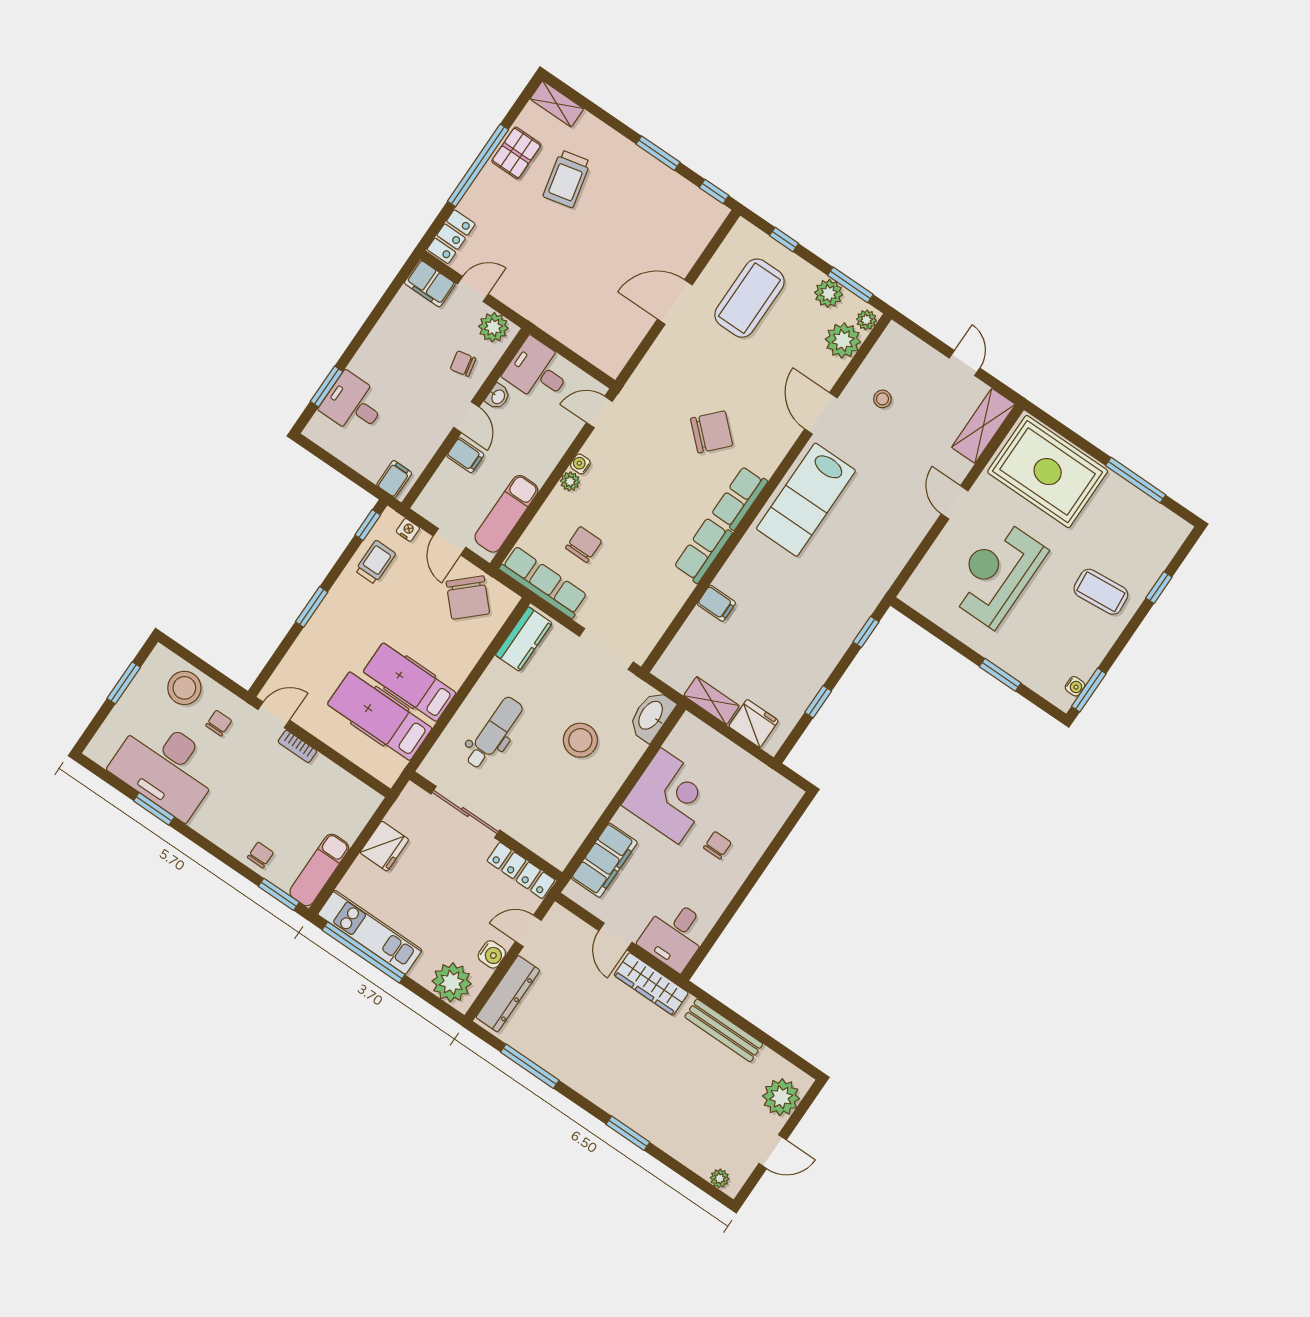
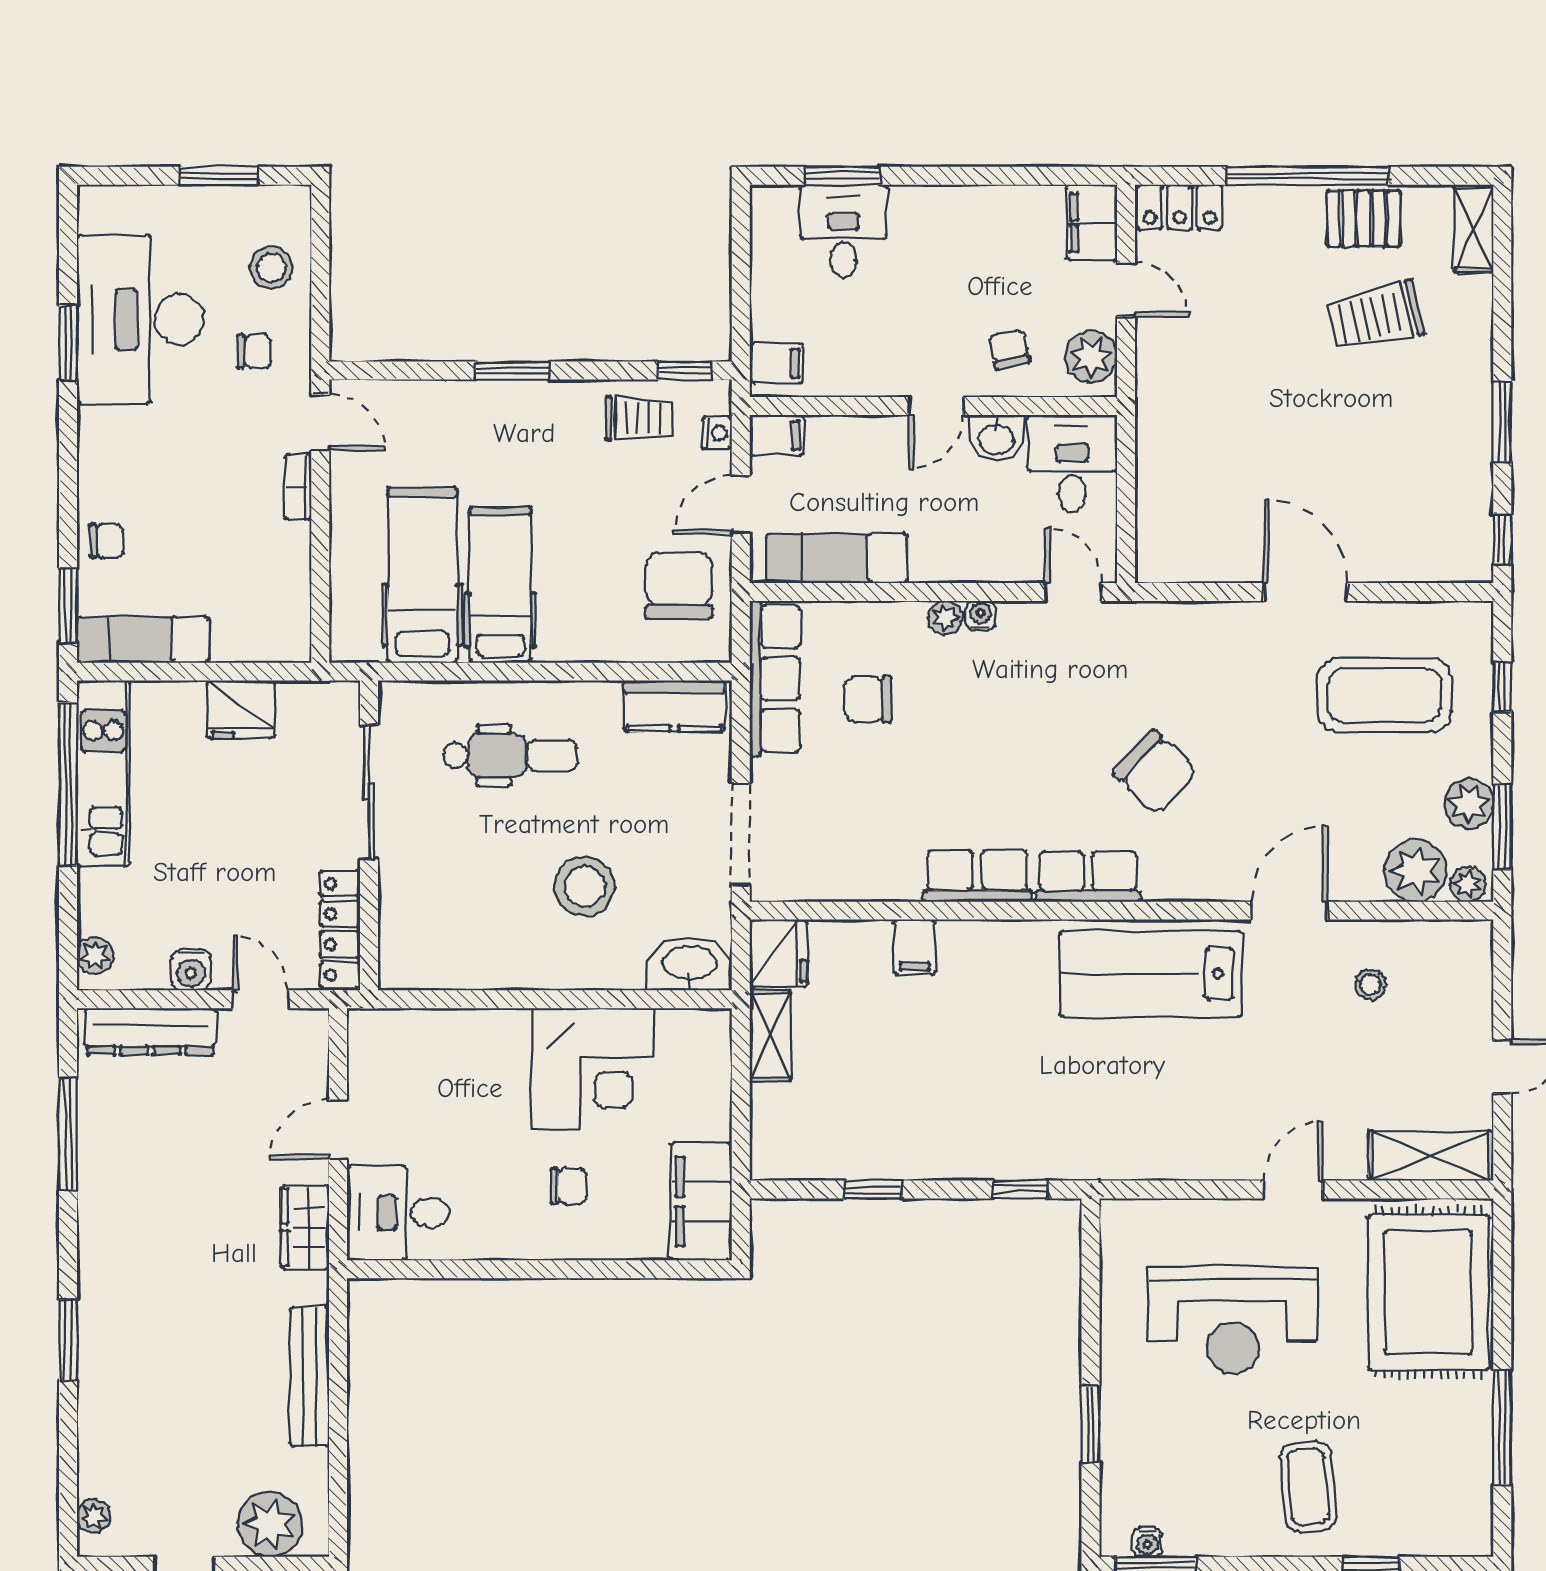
washbasin: (498, 397) -> (996, 438), width x1.38, depth x1.45
filing cabinet: (465, 455) -> (777, 435), moved, turned -90
chair: (584, 545) -> (868, 699), turned 180
reception desk: (997, 573) -> (1233, 1320), turned 180
chair: (468, 597) -> (679, 585), turned 133
stool: (184, 688) -> (271, 268), width x0.73, depth x0.73
fridge: (753, 723) -> (779, 953), moved
filing cabinet: (604, 860) -> (701, 1201), moved, turned 90
plant: (452, 982) -> (95, 956), width x0.53, depth x0.53
wardrobe: (651, 984) -> (305, 1227), width x0.67

